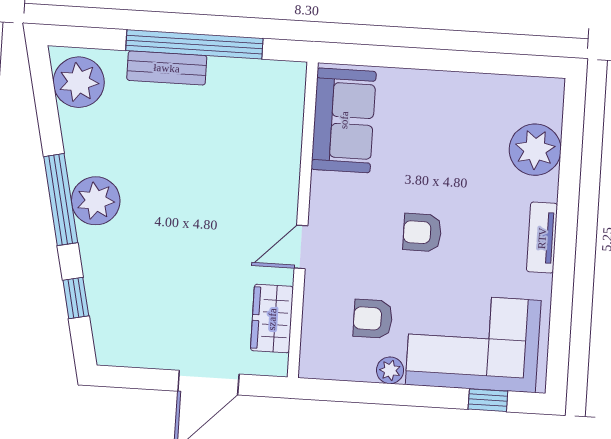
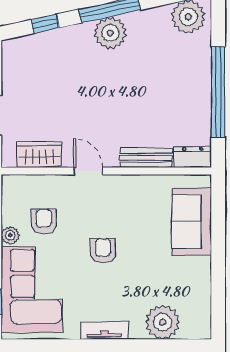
bench: (167, 68) -> (146, 158), moved, turned 90
dresser: (290, 89) -> (193, 157), added
sofa: (344, 120) -> (192, 221), moved, turned 90

